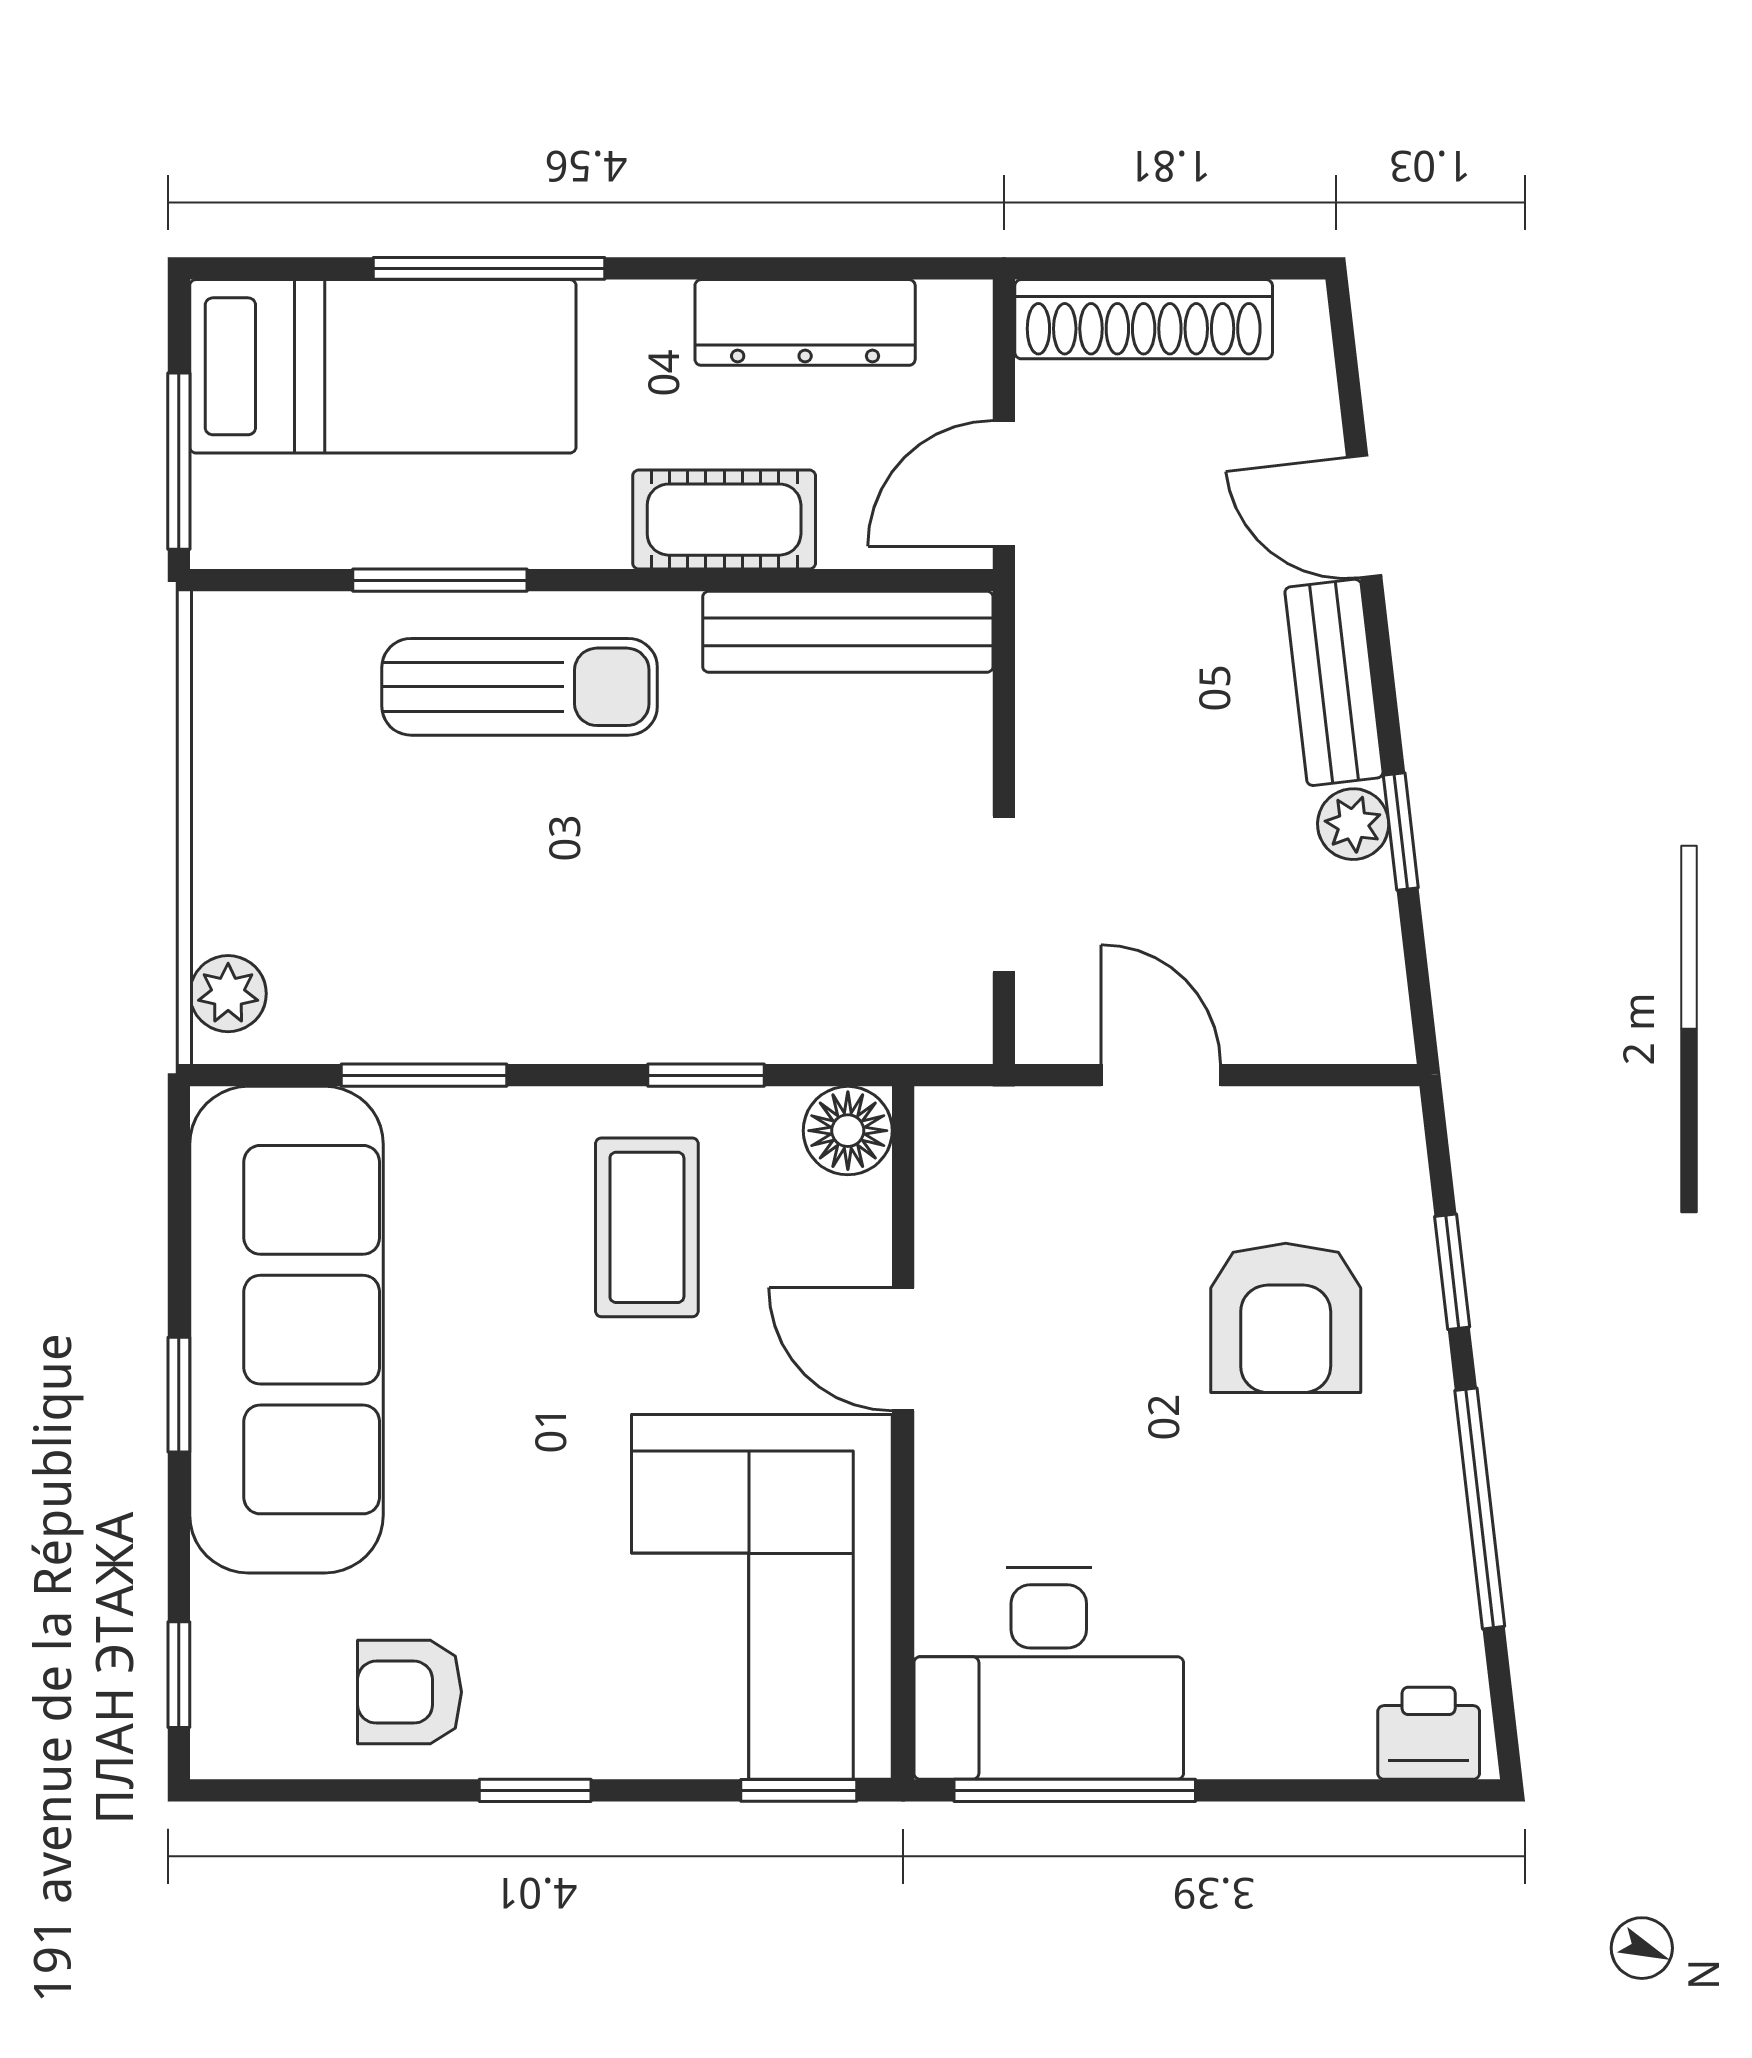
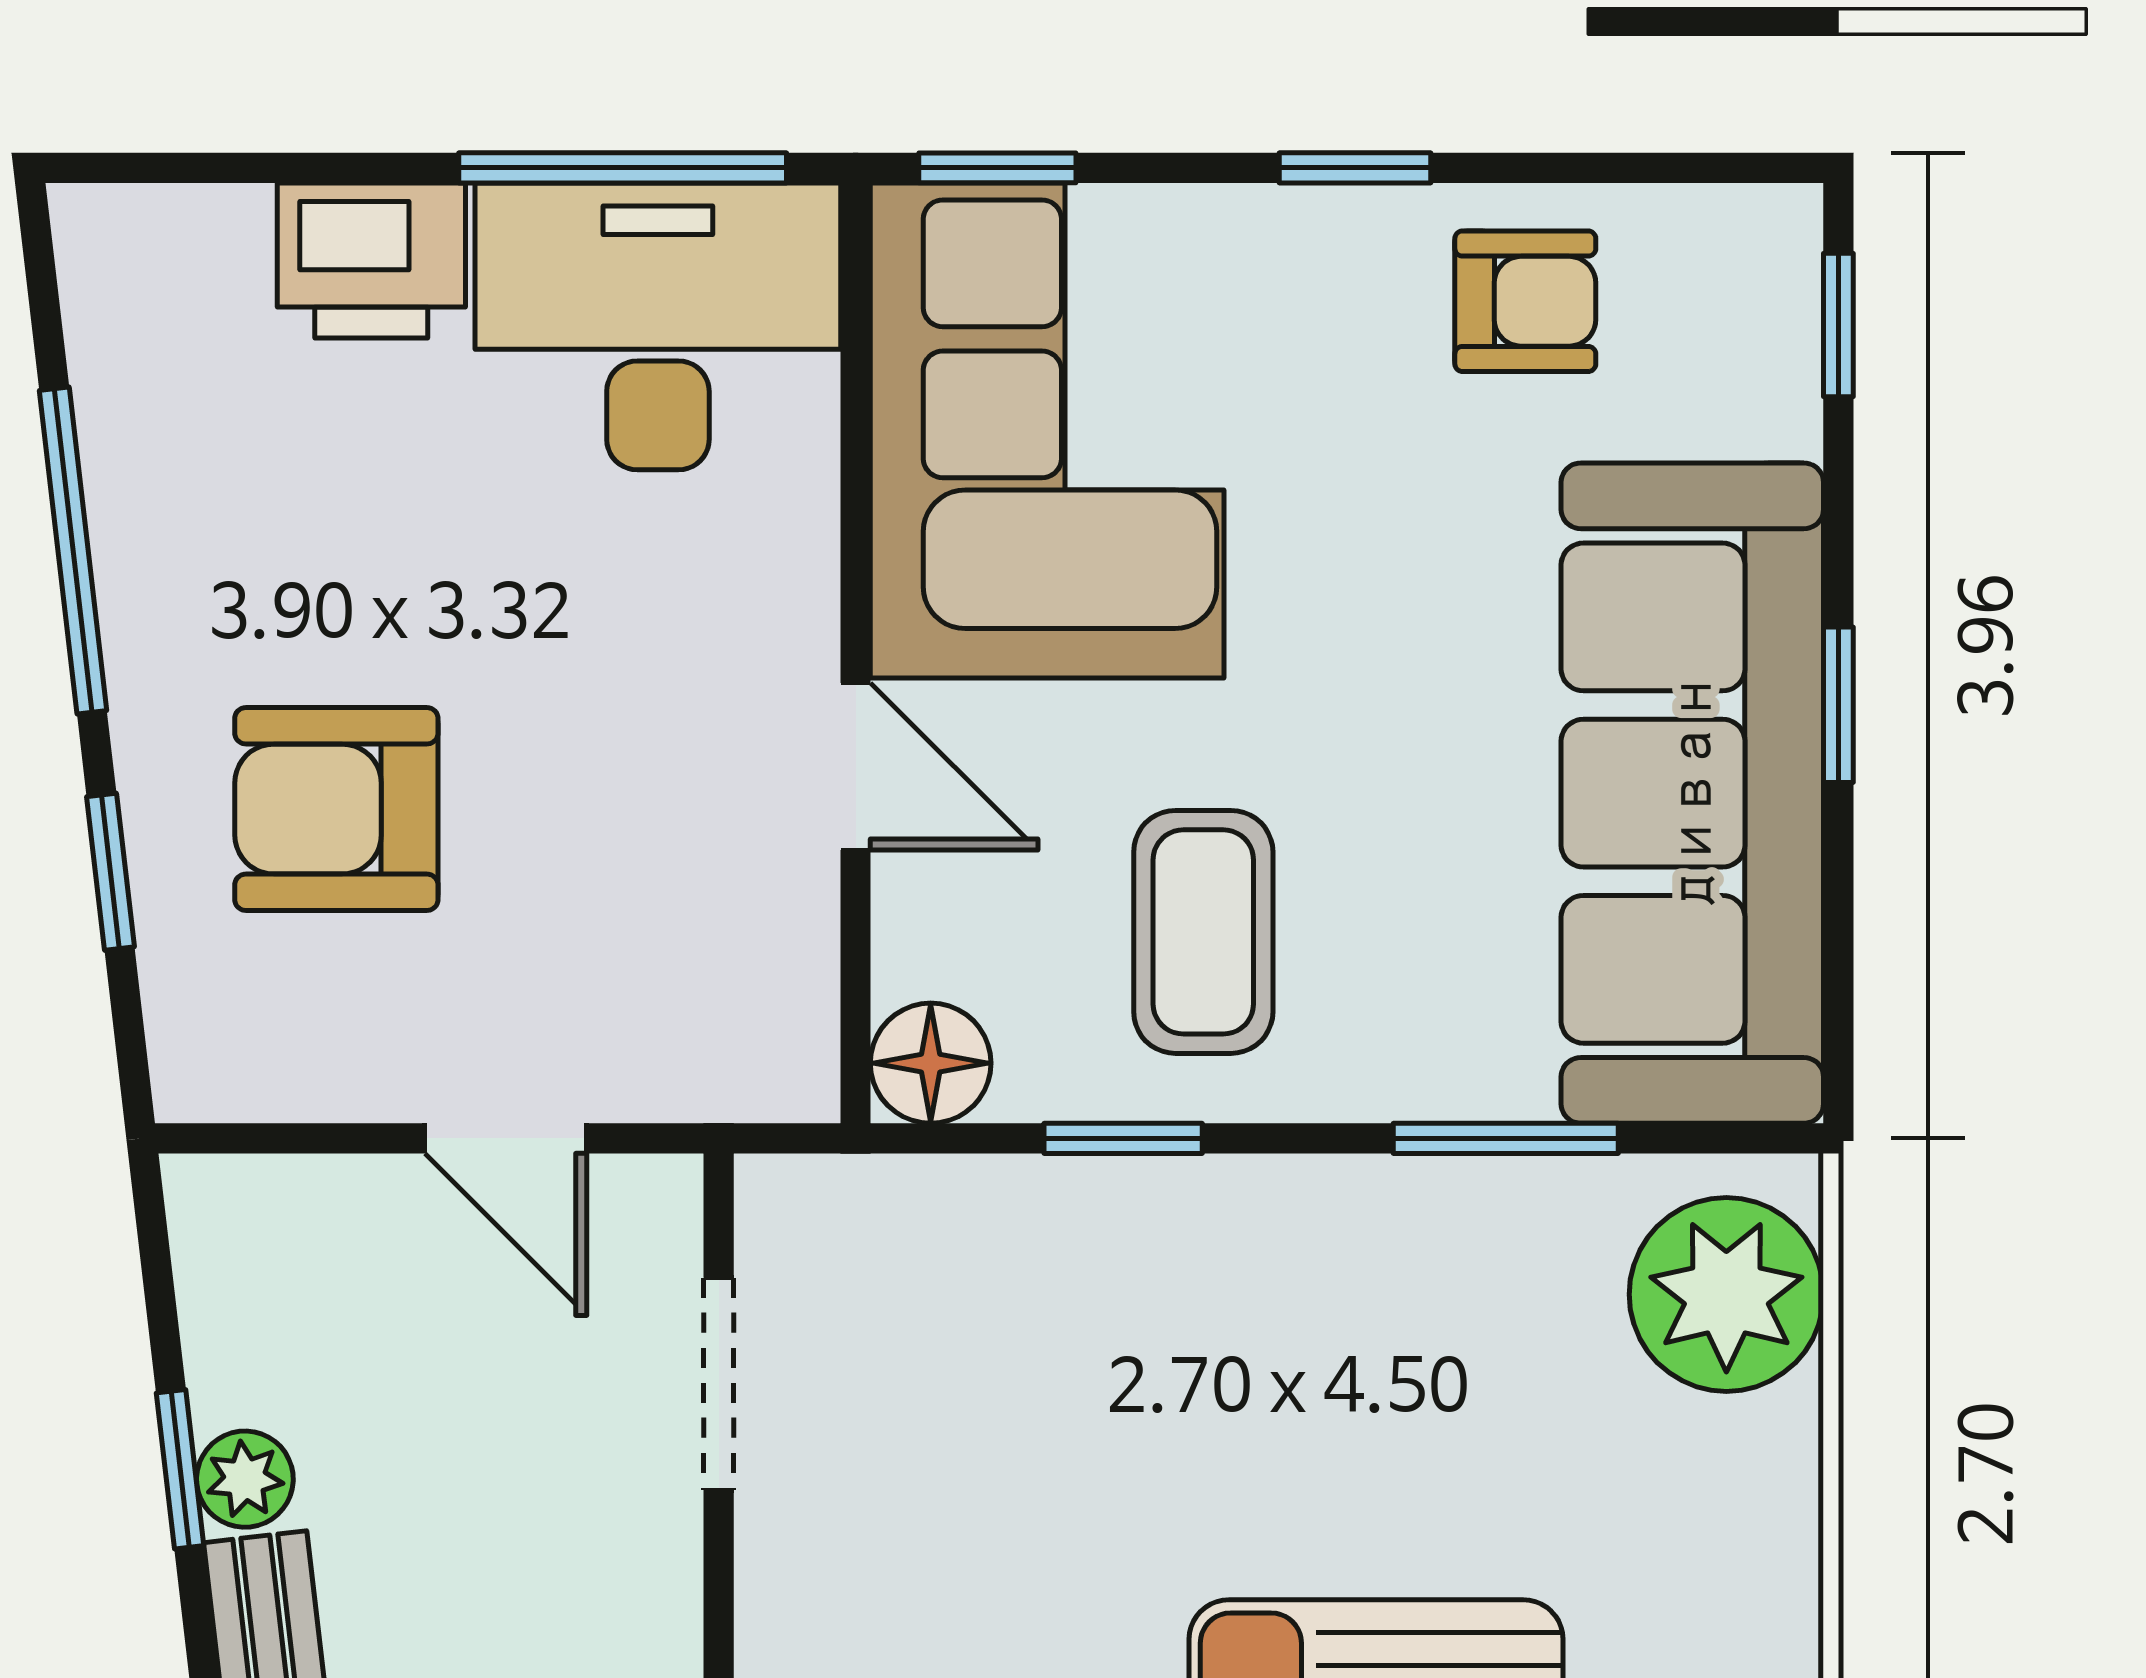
plant: (228, 994) -> (1726, 1294), width x1.88, depth x1.88
armchair: (1286, 1318) -> (336, 809), turned -90
printer: (1429, 1733) -> (371, 261), moved, width x1.36, depth x1.24

